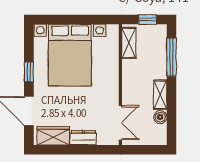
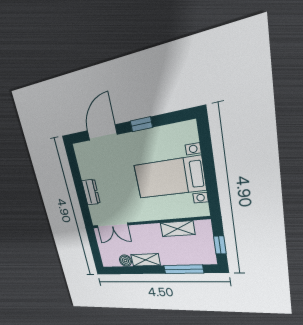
shelving: (129, 43) -> (178, 229), moved
bed with nightstands: (70, 55) -> (169, 178), width x0.73
wardrobe: (53, 136) -> (85, 162), removed

